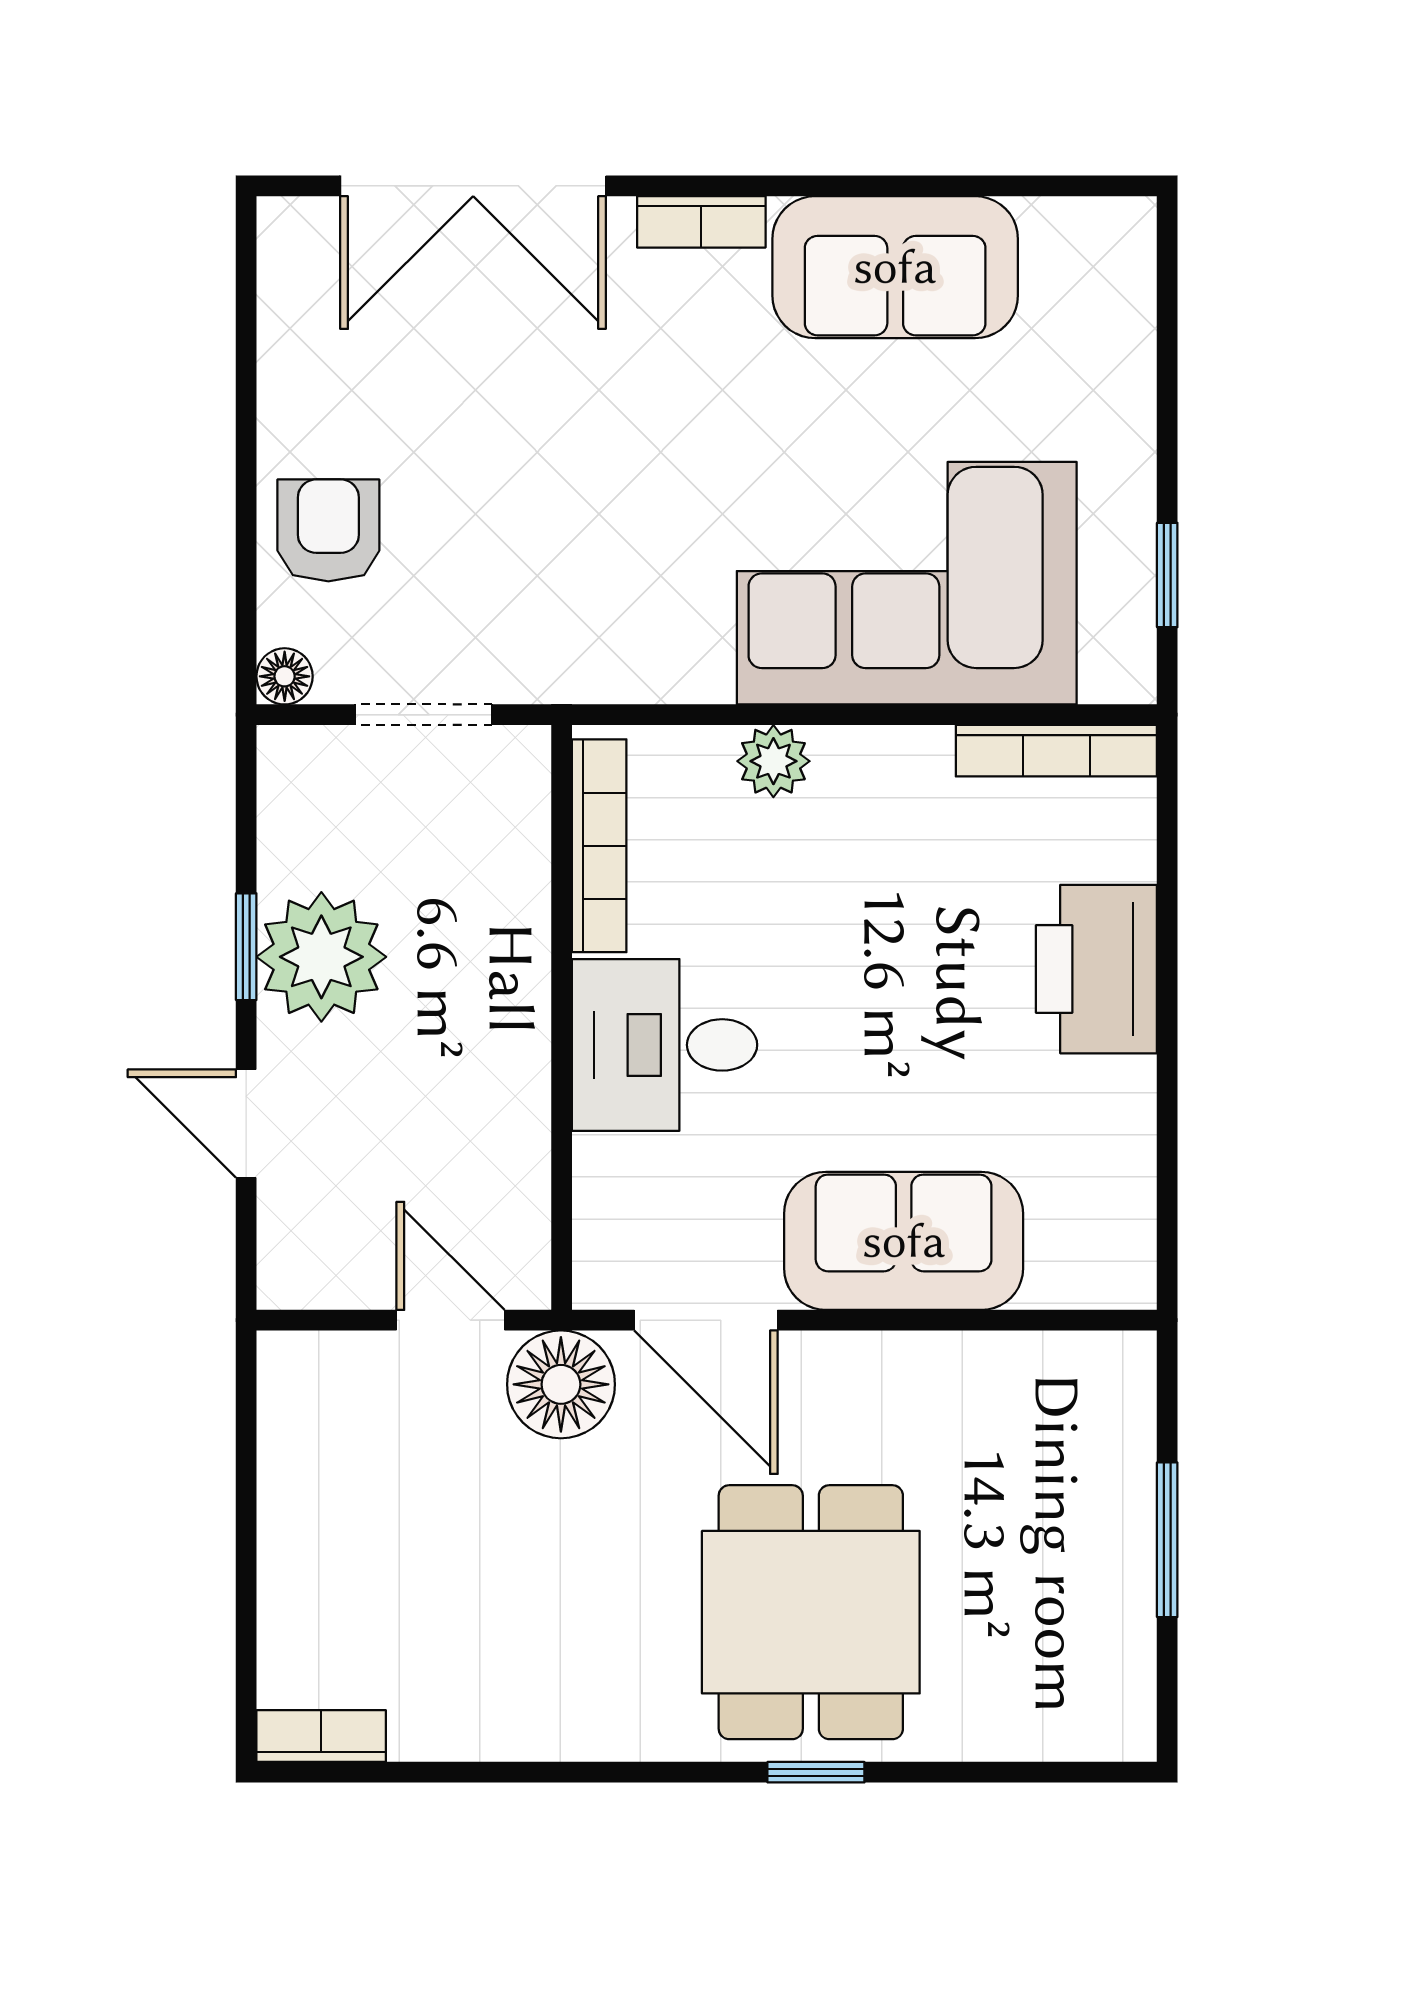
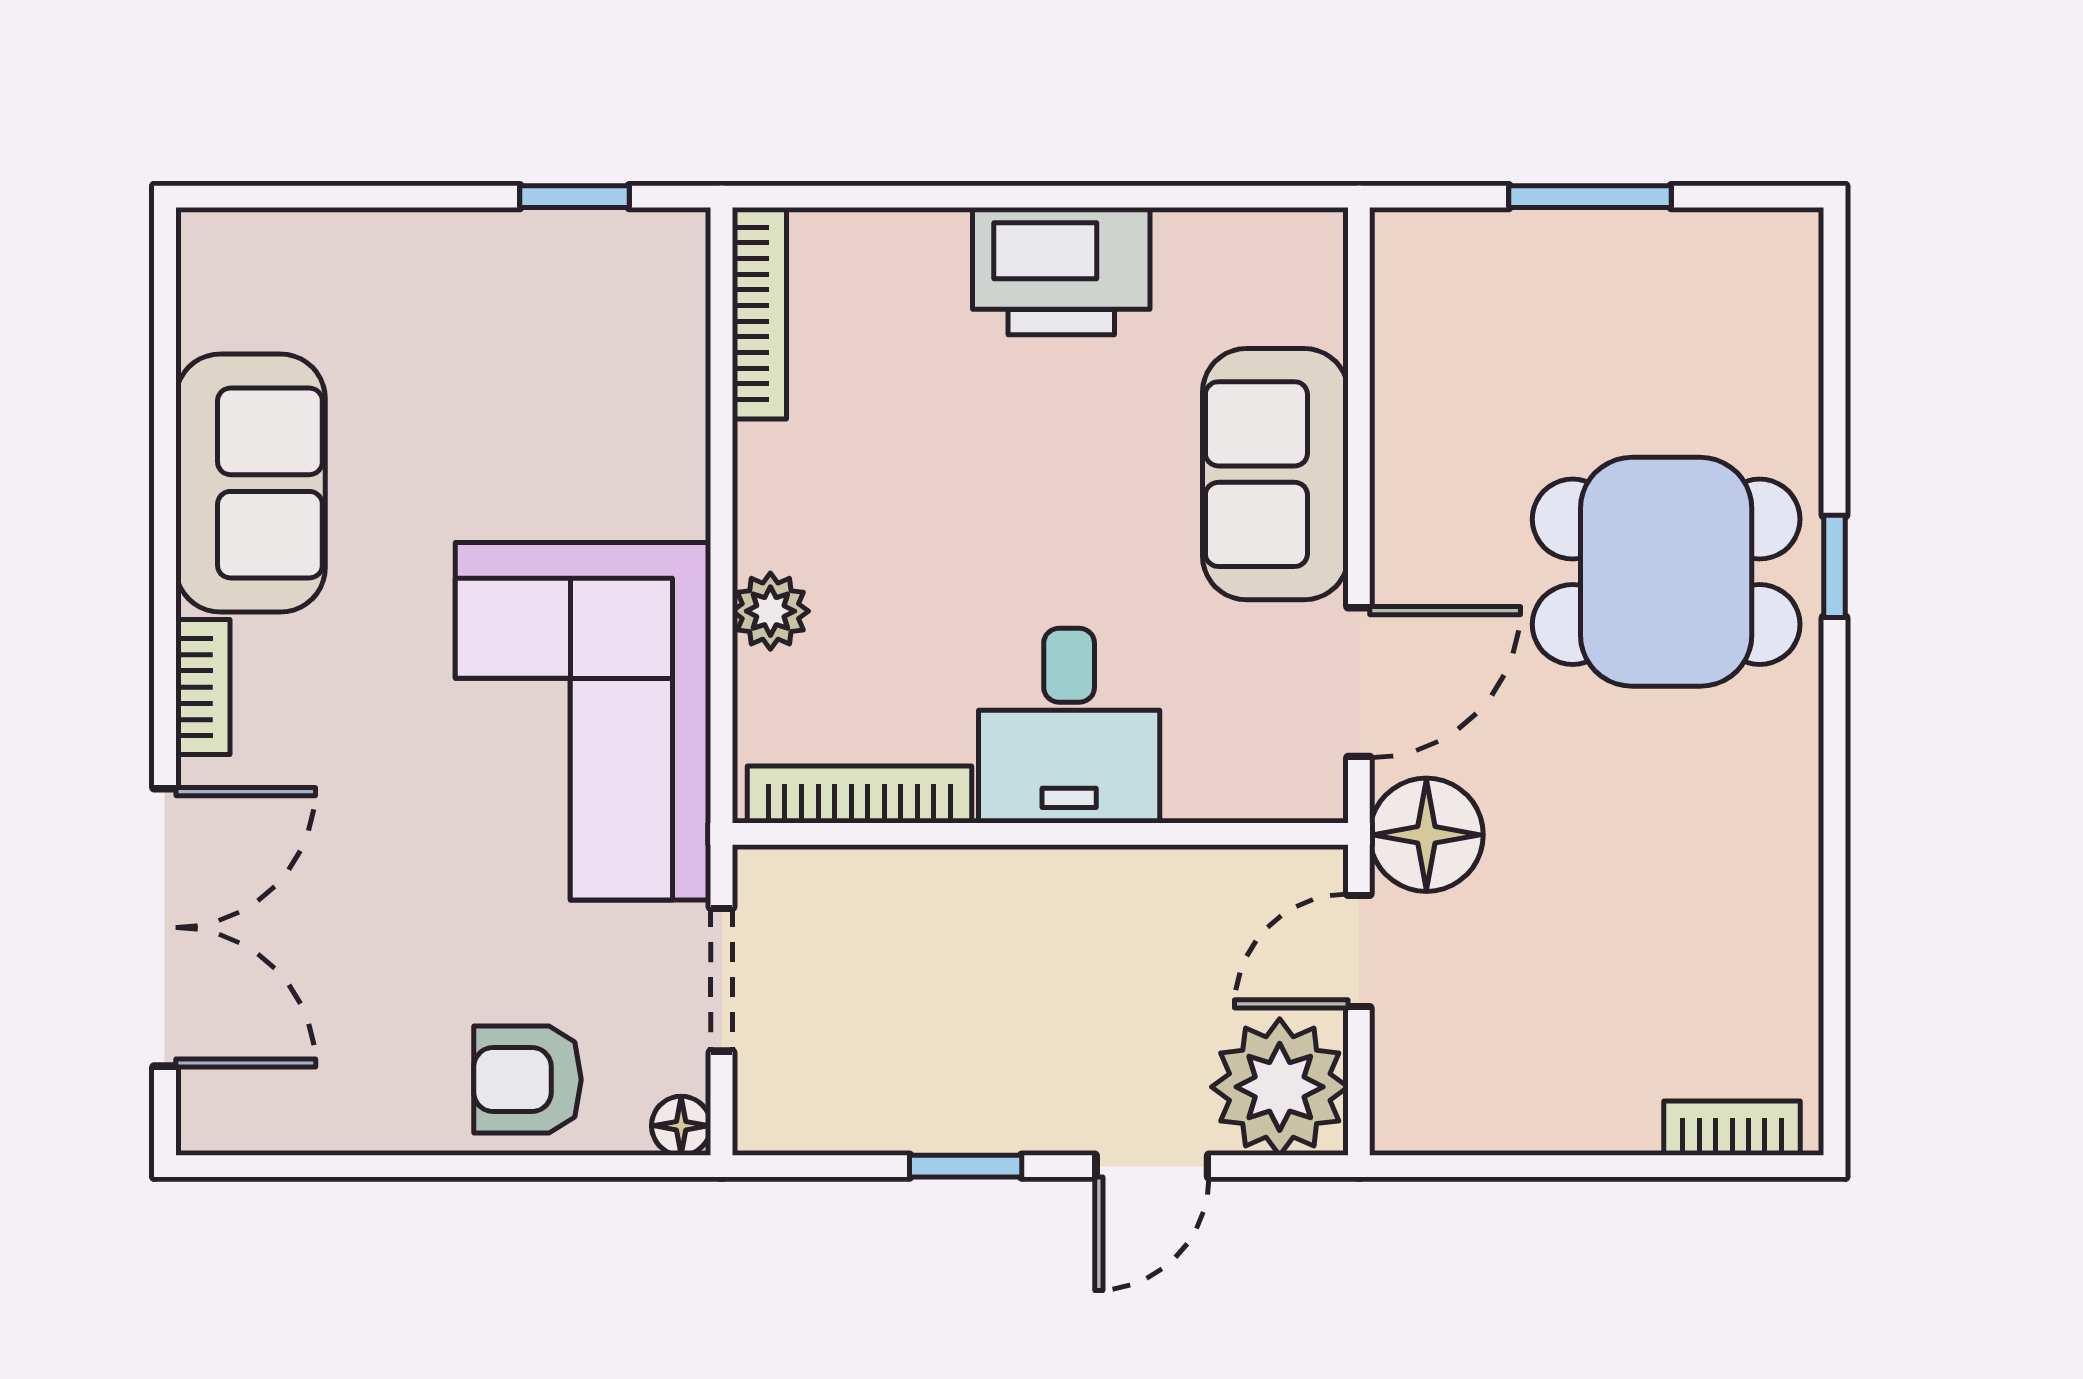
corner sofa: (907, 583) -> (583, 721), moved
plant: (321, 957) -> (1280, 1087), moved
printer: (1096, 969) -> (1061, 271), moved
bookcase: (321, 1736) -> (1732, 1128), moved, turned 90

